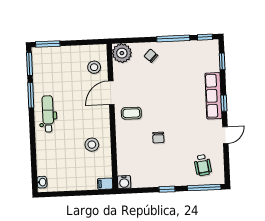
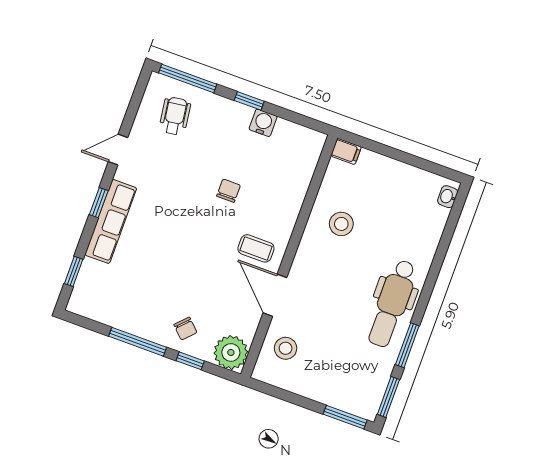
window: (205, 37) -> (190, 361), moved
door: (111, 93) -> (275, 295), swing flipped
dental chair: (48, 114) -> (392, 303), width x1.36, depth x1.38
water cooler: (124, 182) -> (263, 123), moved

